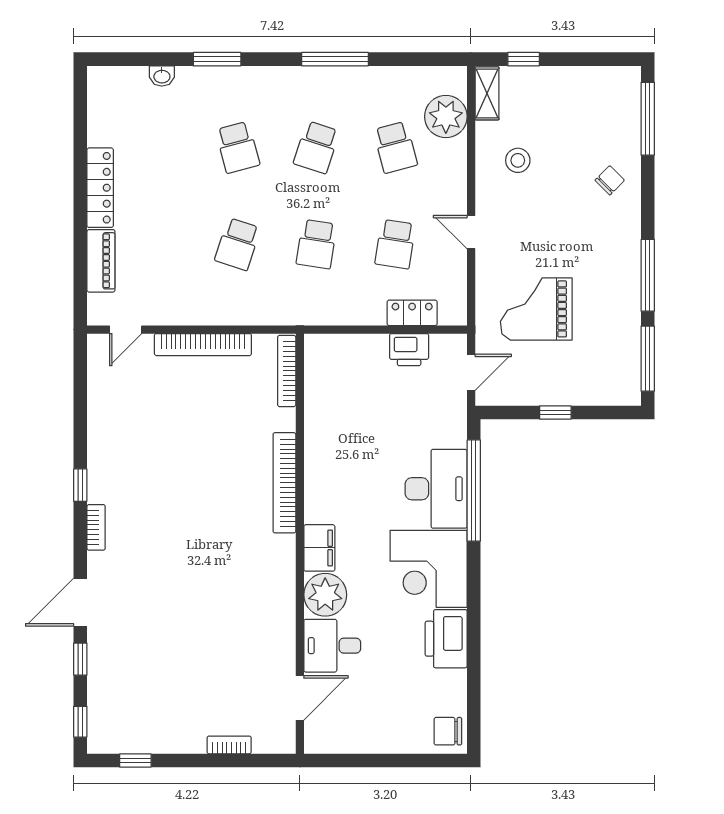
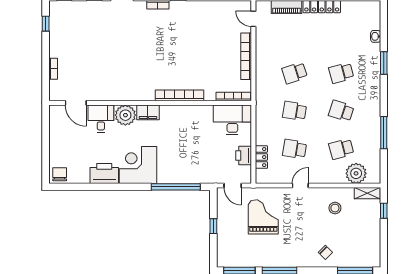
window: (335, 59) -> (384, 133), moved
school desk: (238, 244) -> (295, 73), turned -36
desk: (436, 489) -> (232, 120), moved, turned 180

